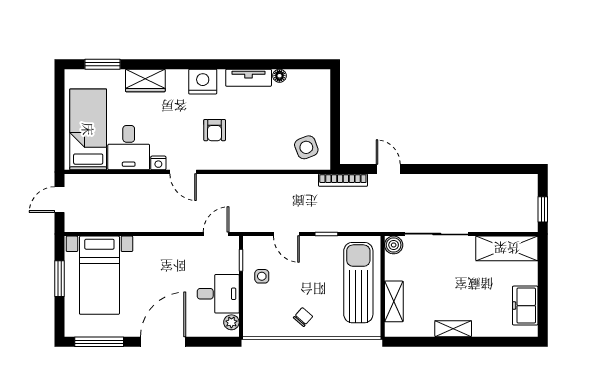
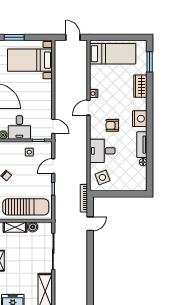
desk: (129, 148) -> (102, 151), moved
boiler: (394, 245) -> (33, 227), moved
window: (60, 279) -> (14, 37), moved

